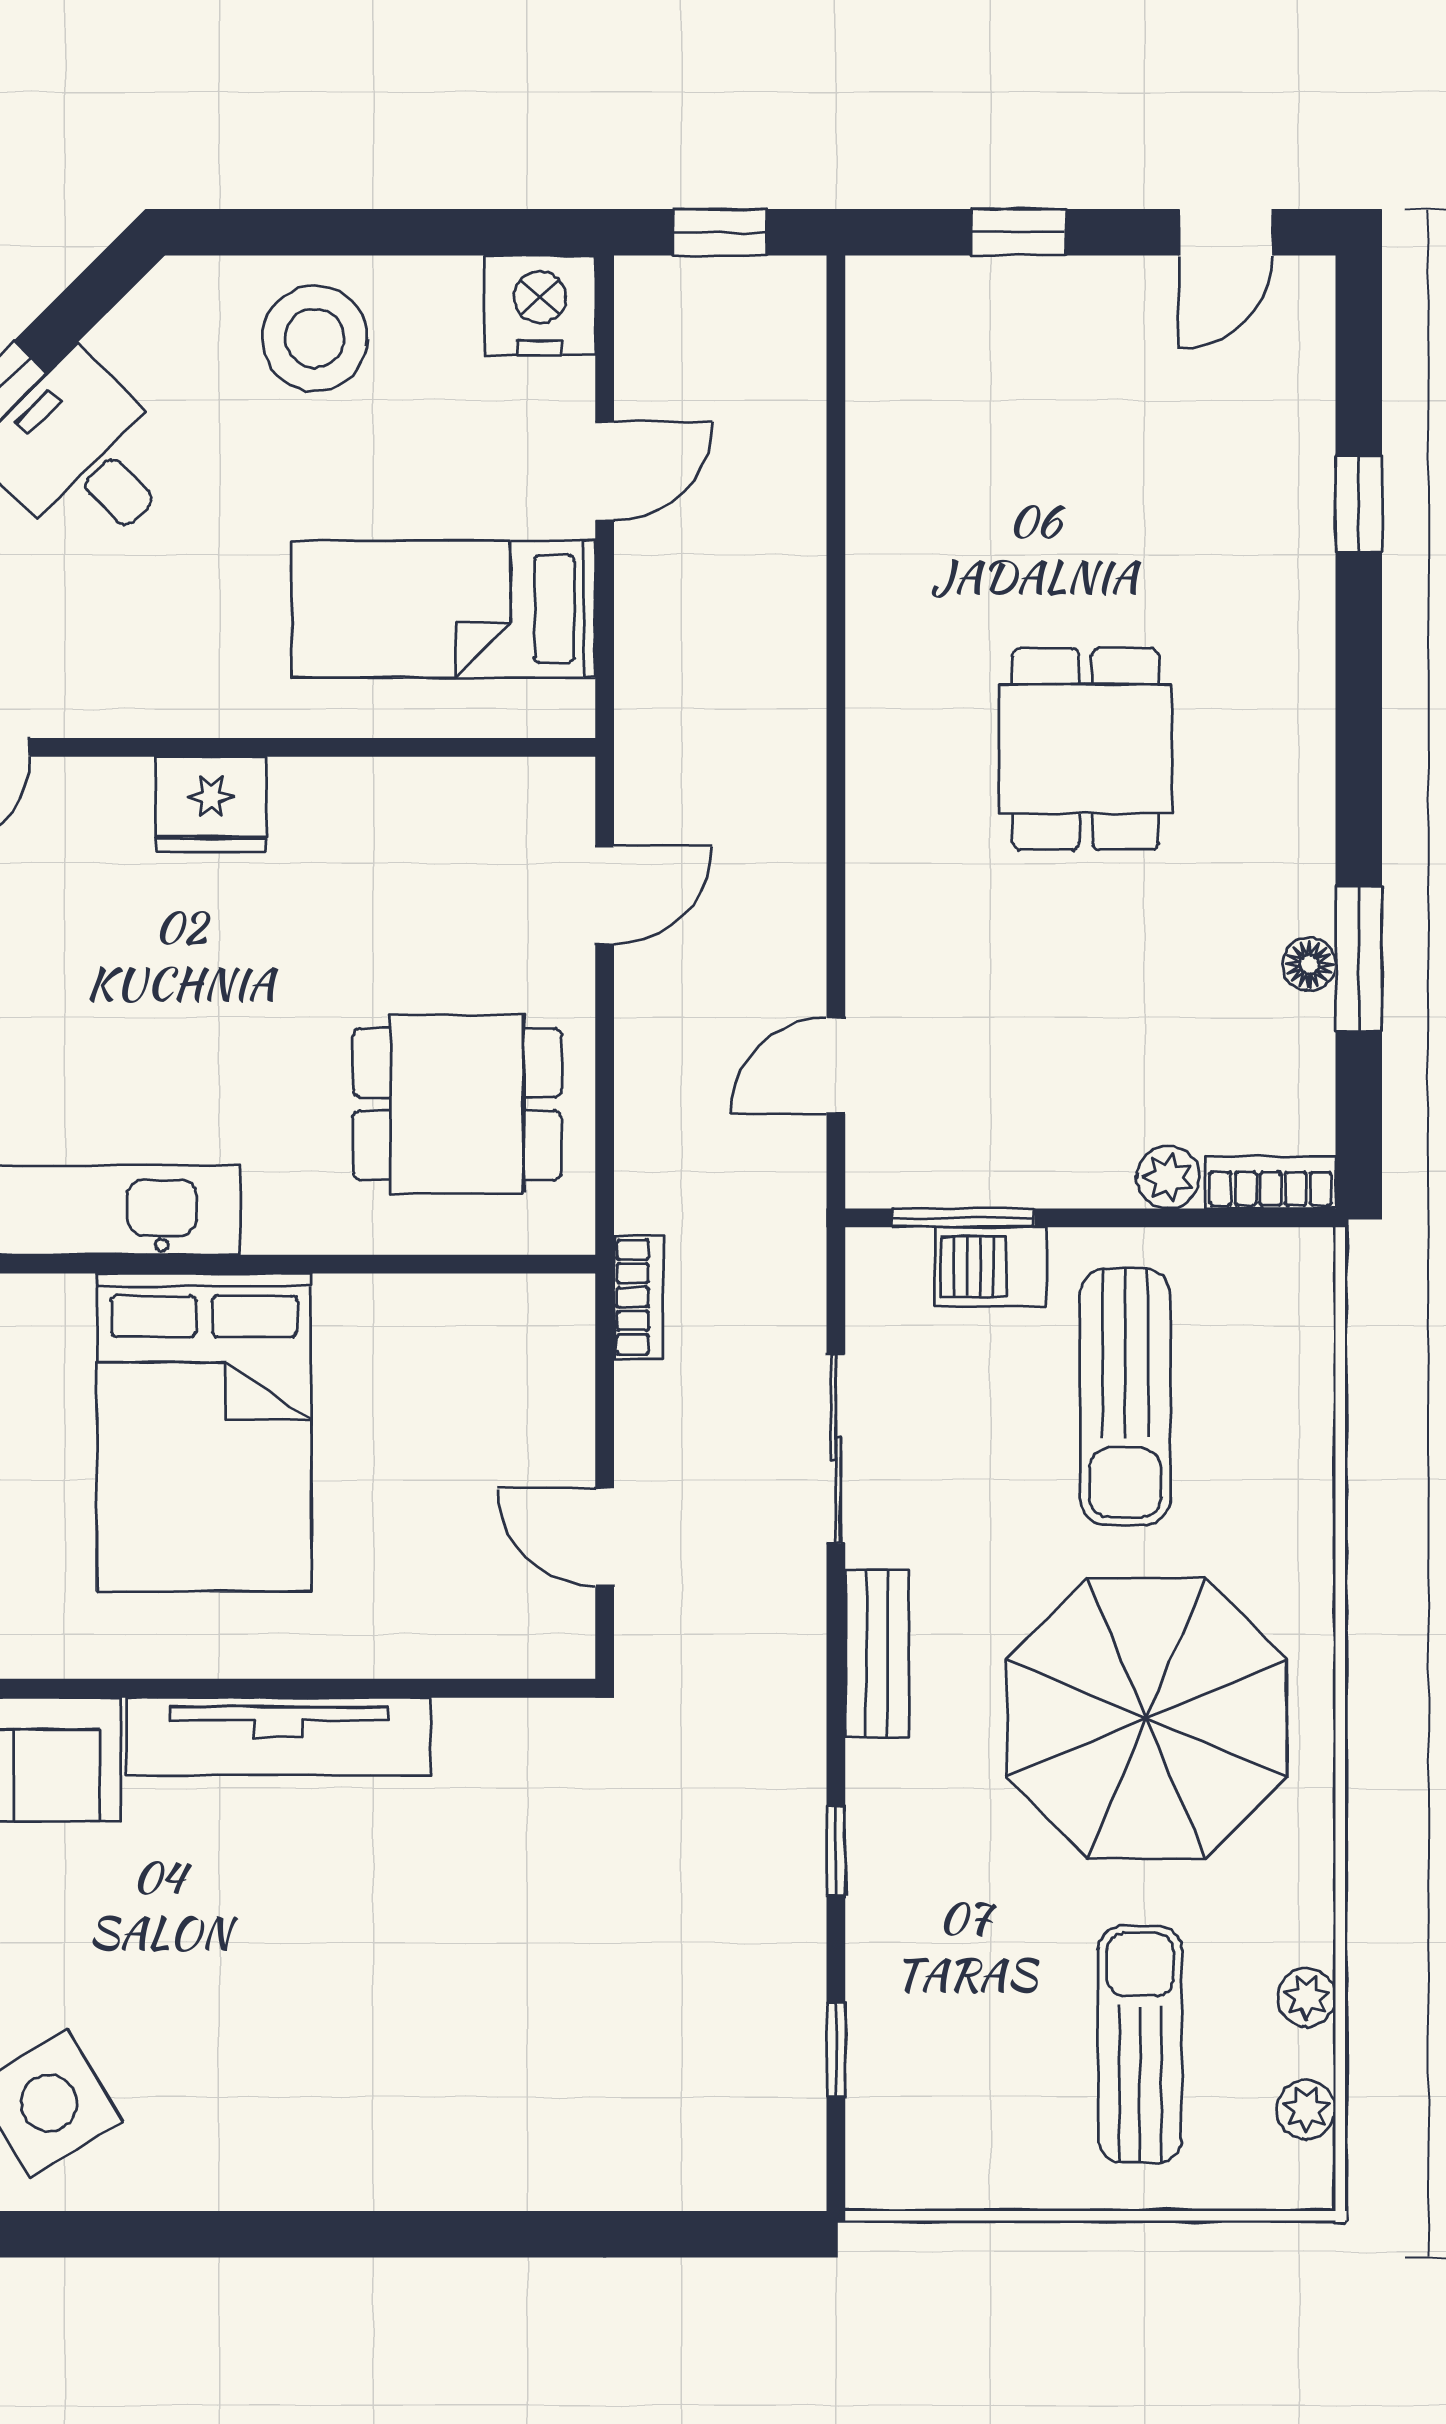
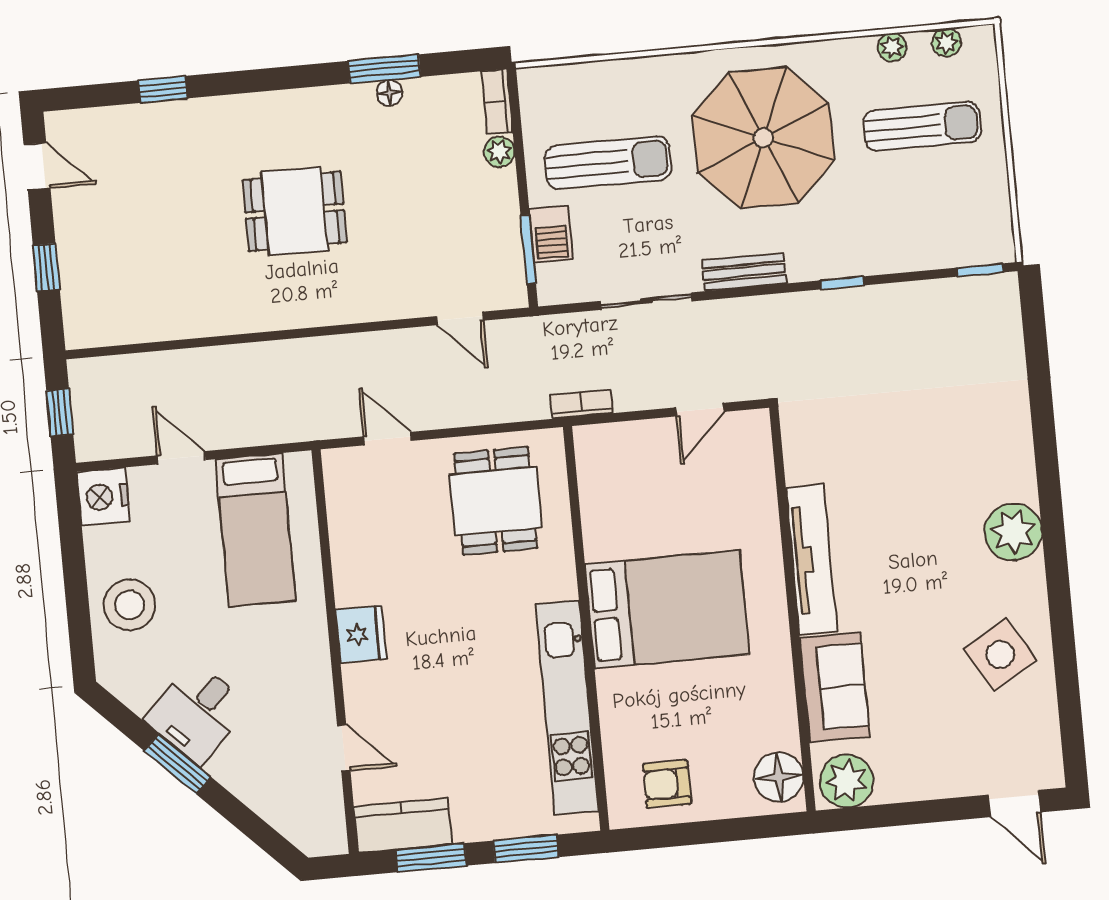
sun lounger: (1140, 2044) -> (922, 126), turned 180
window: (836, 2050) -> (980, 270), moved
plant: (296, 2153) -> (1013, 532), added

